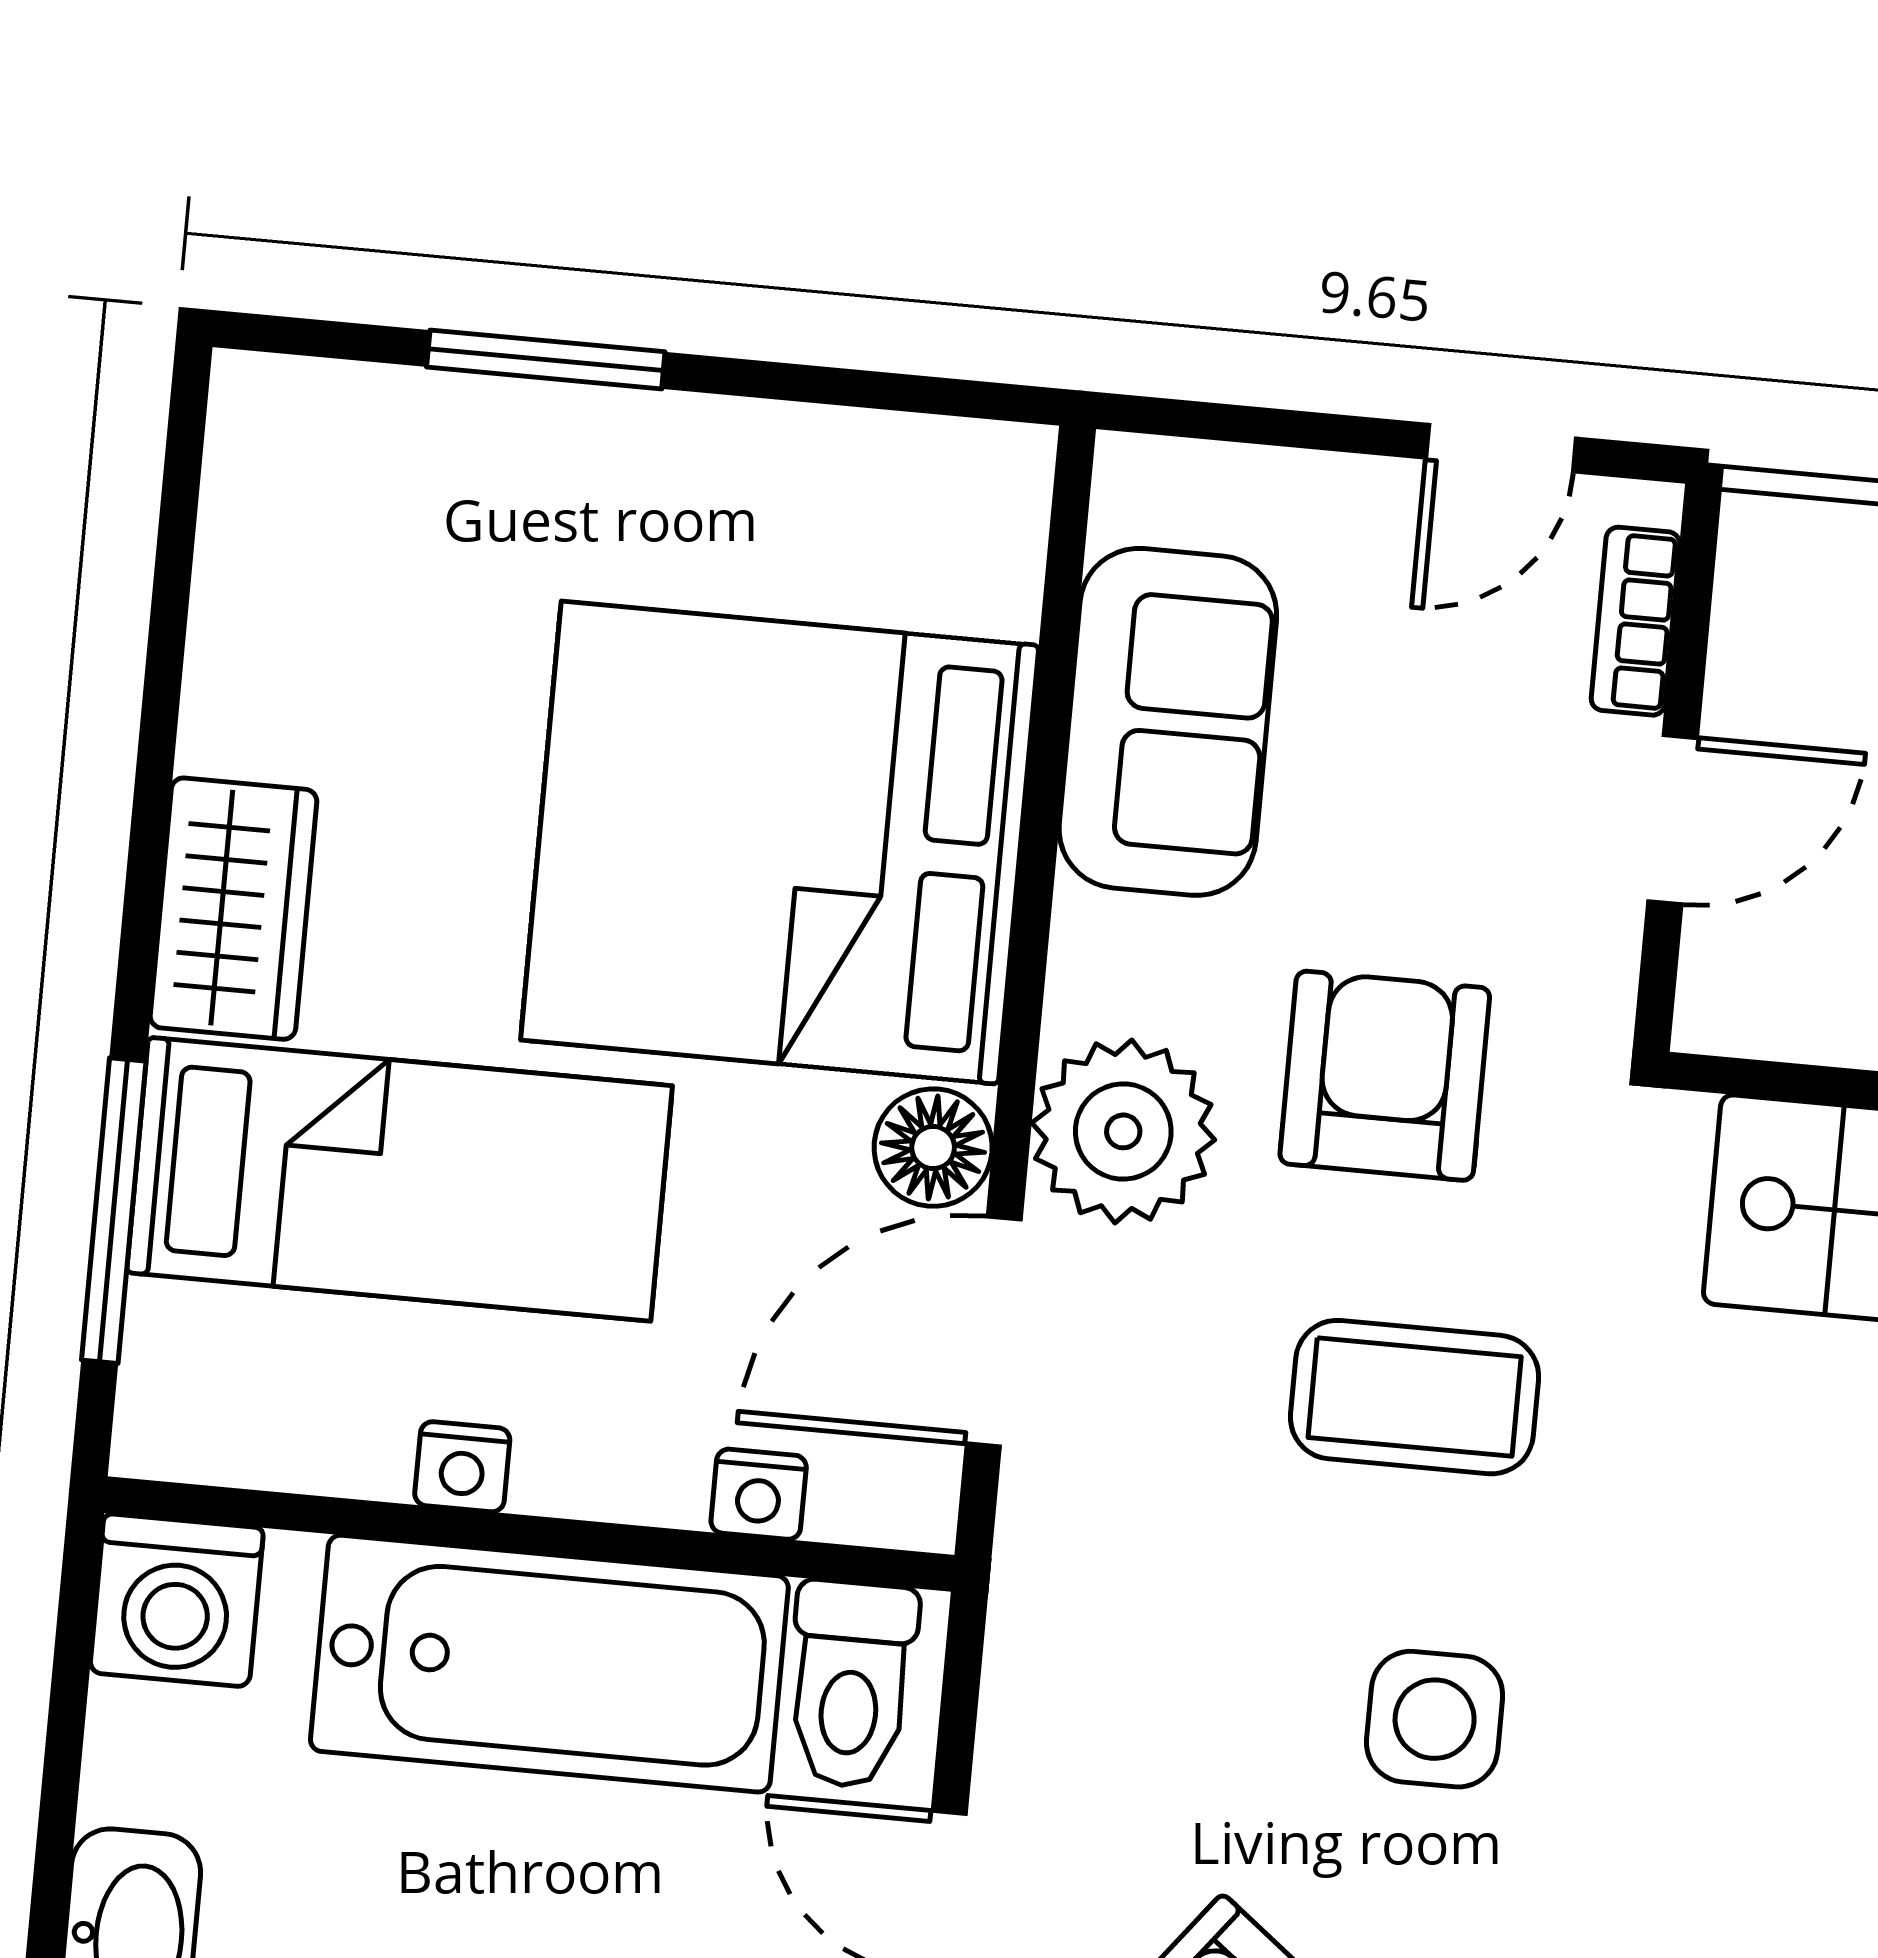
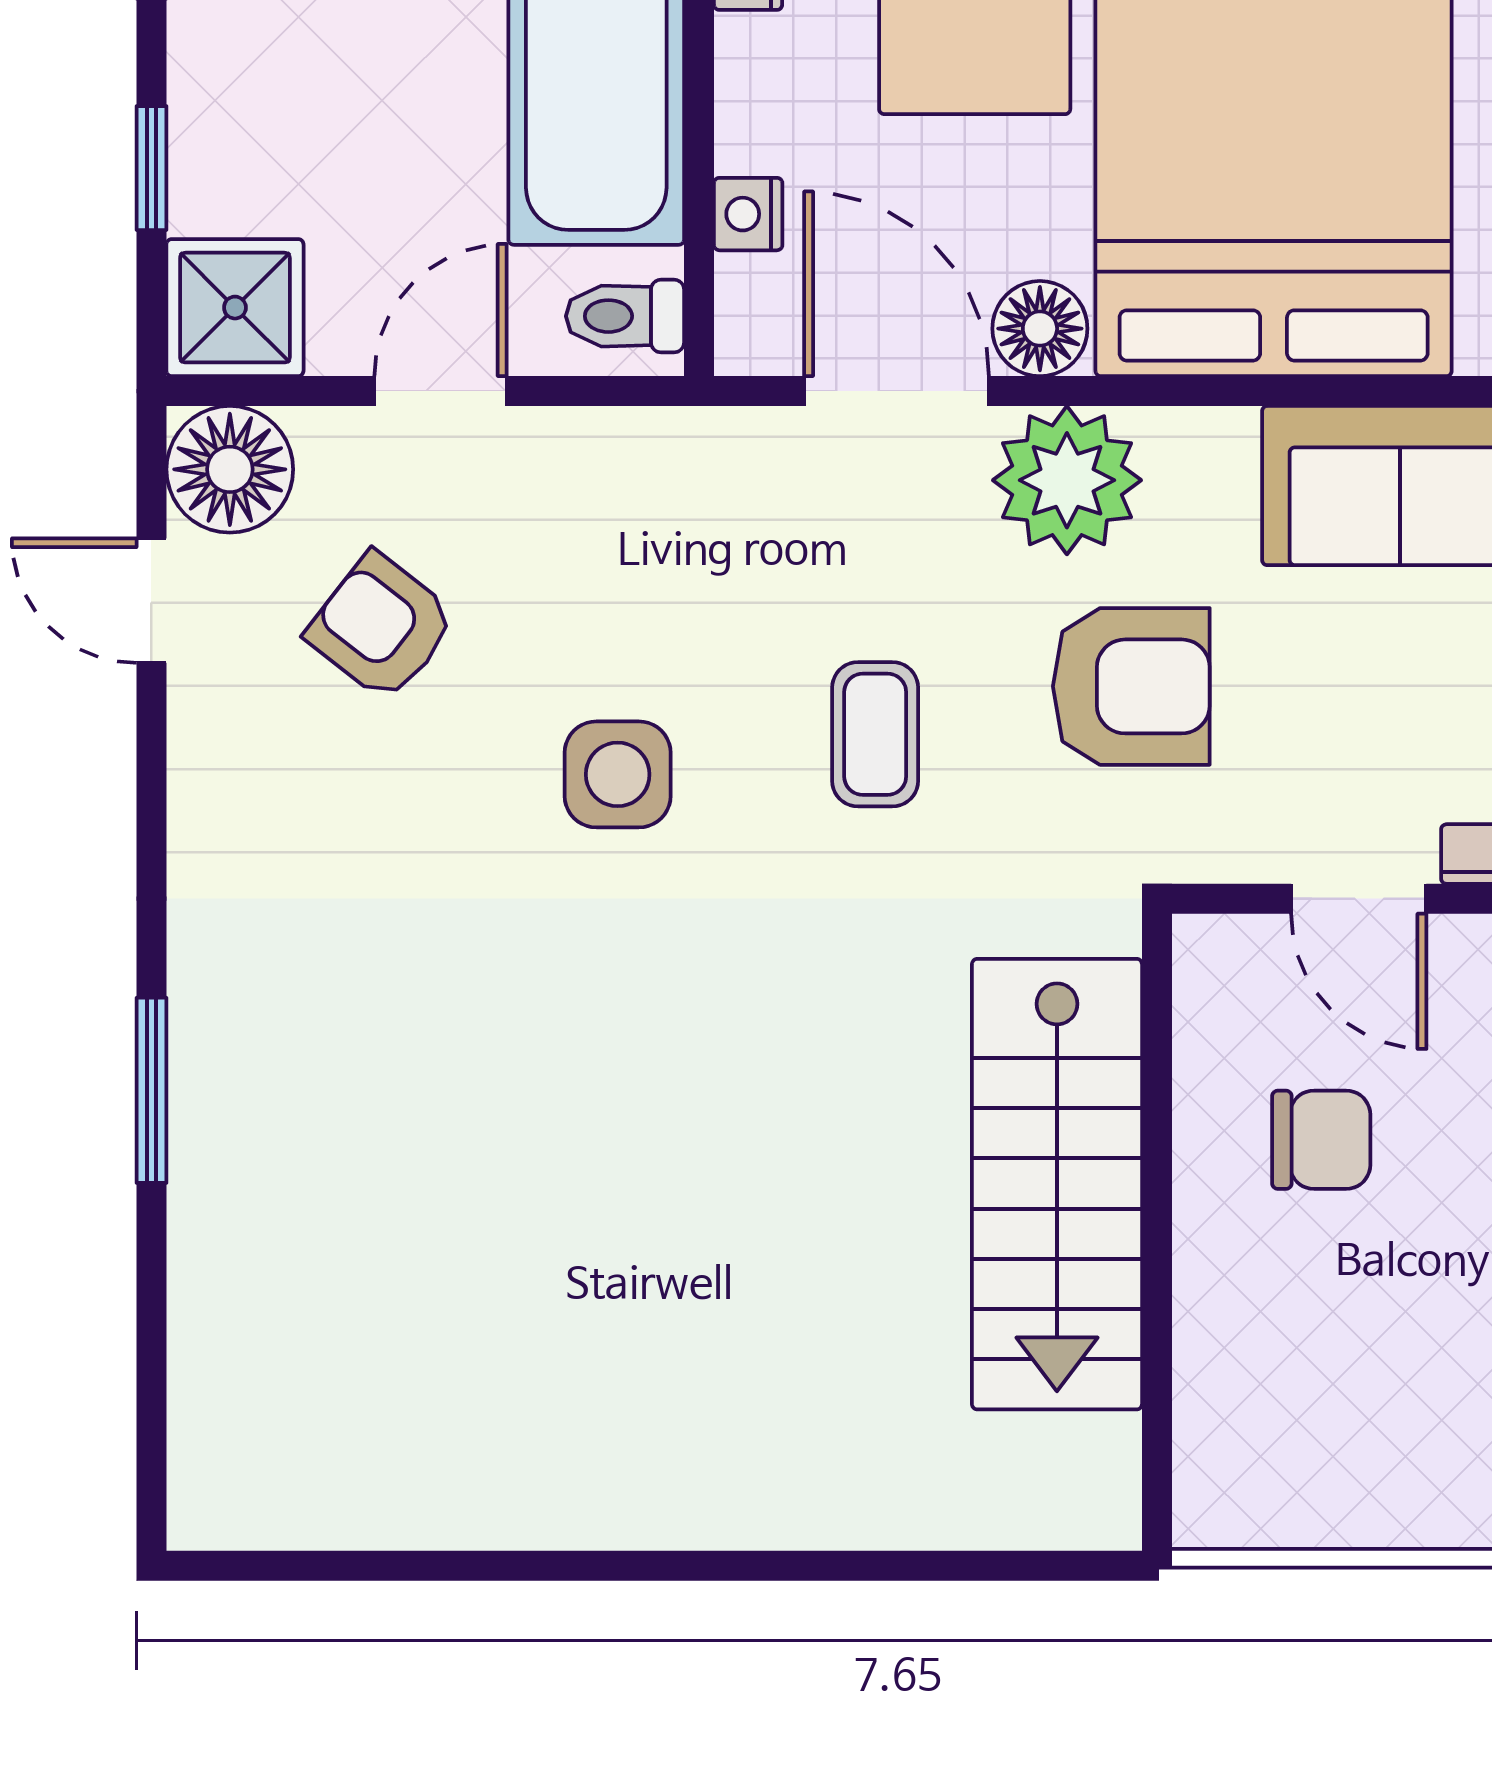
coffee table: (1415, 1397) -> (875, 734), width x0.73, depth x0.77
toilet: (851, 1684) -> (625, 316), width x0.73, depth x0.72

